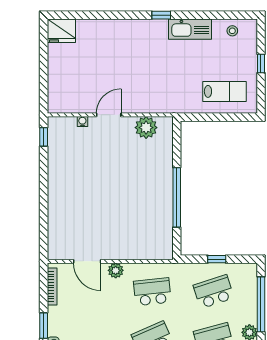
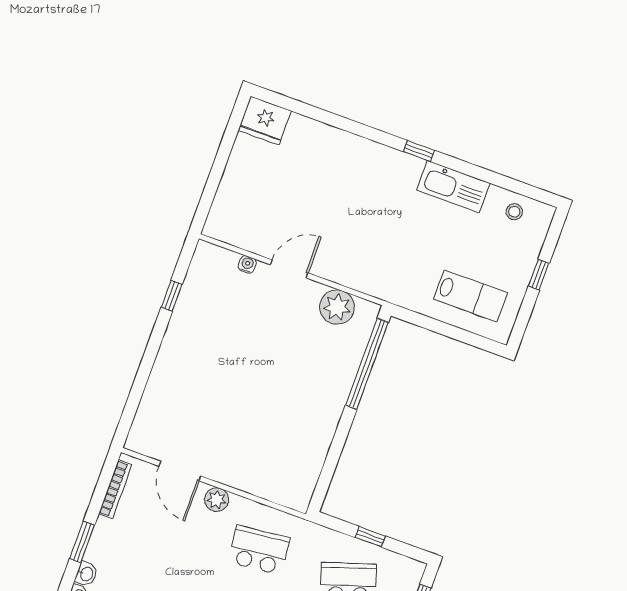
window: (44, 137) -> (172, 296), moved
window: (177, 197) -> (367, 364), moved

